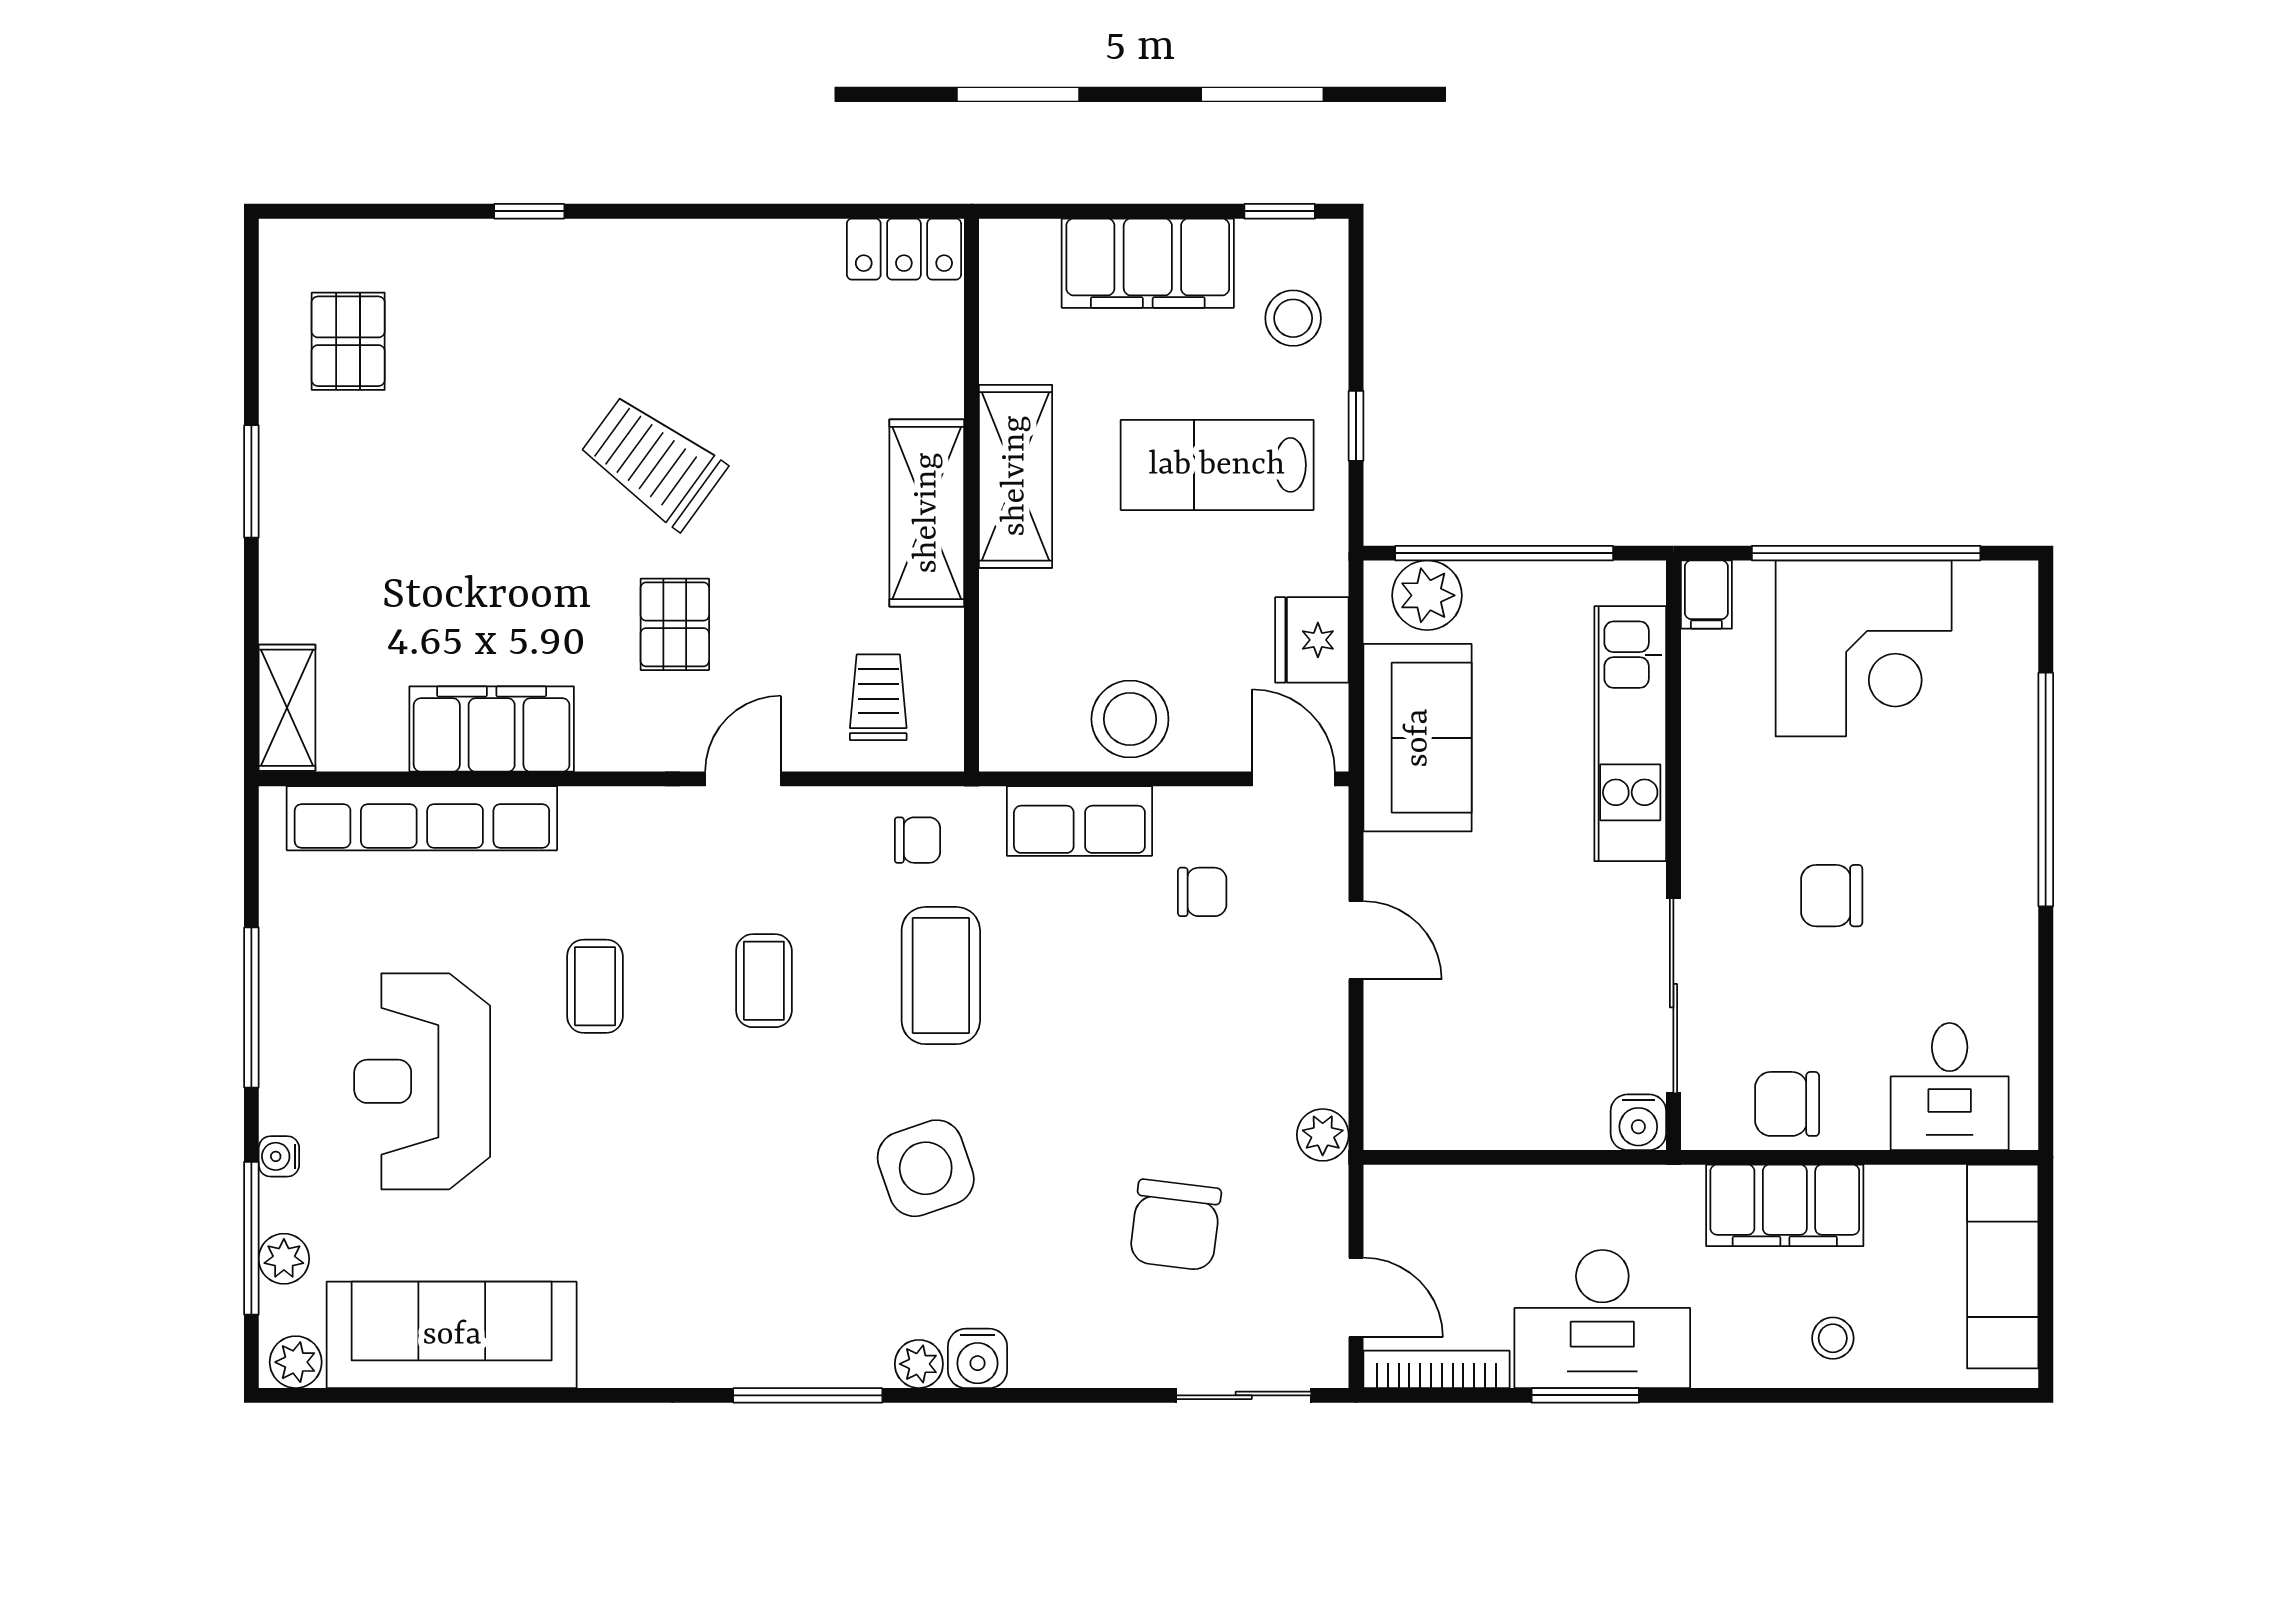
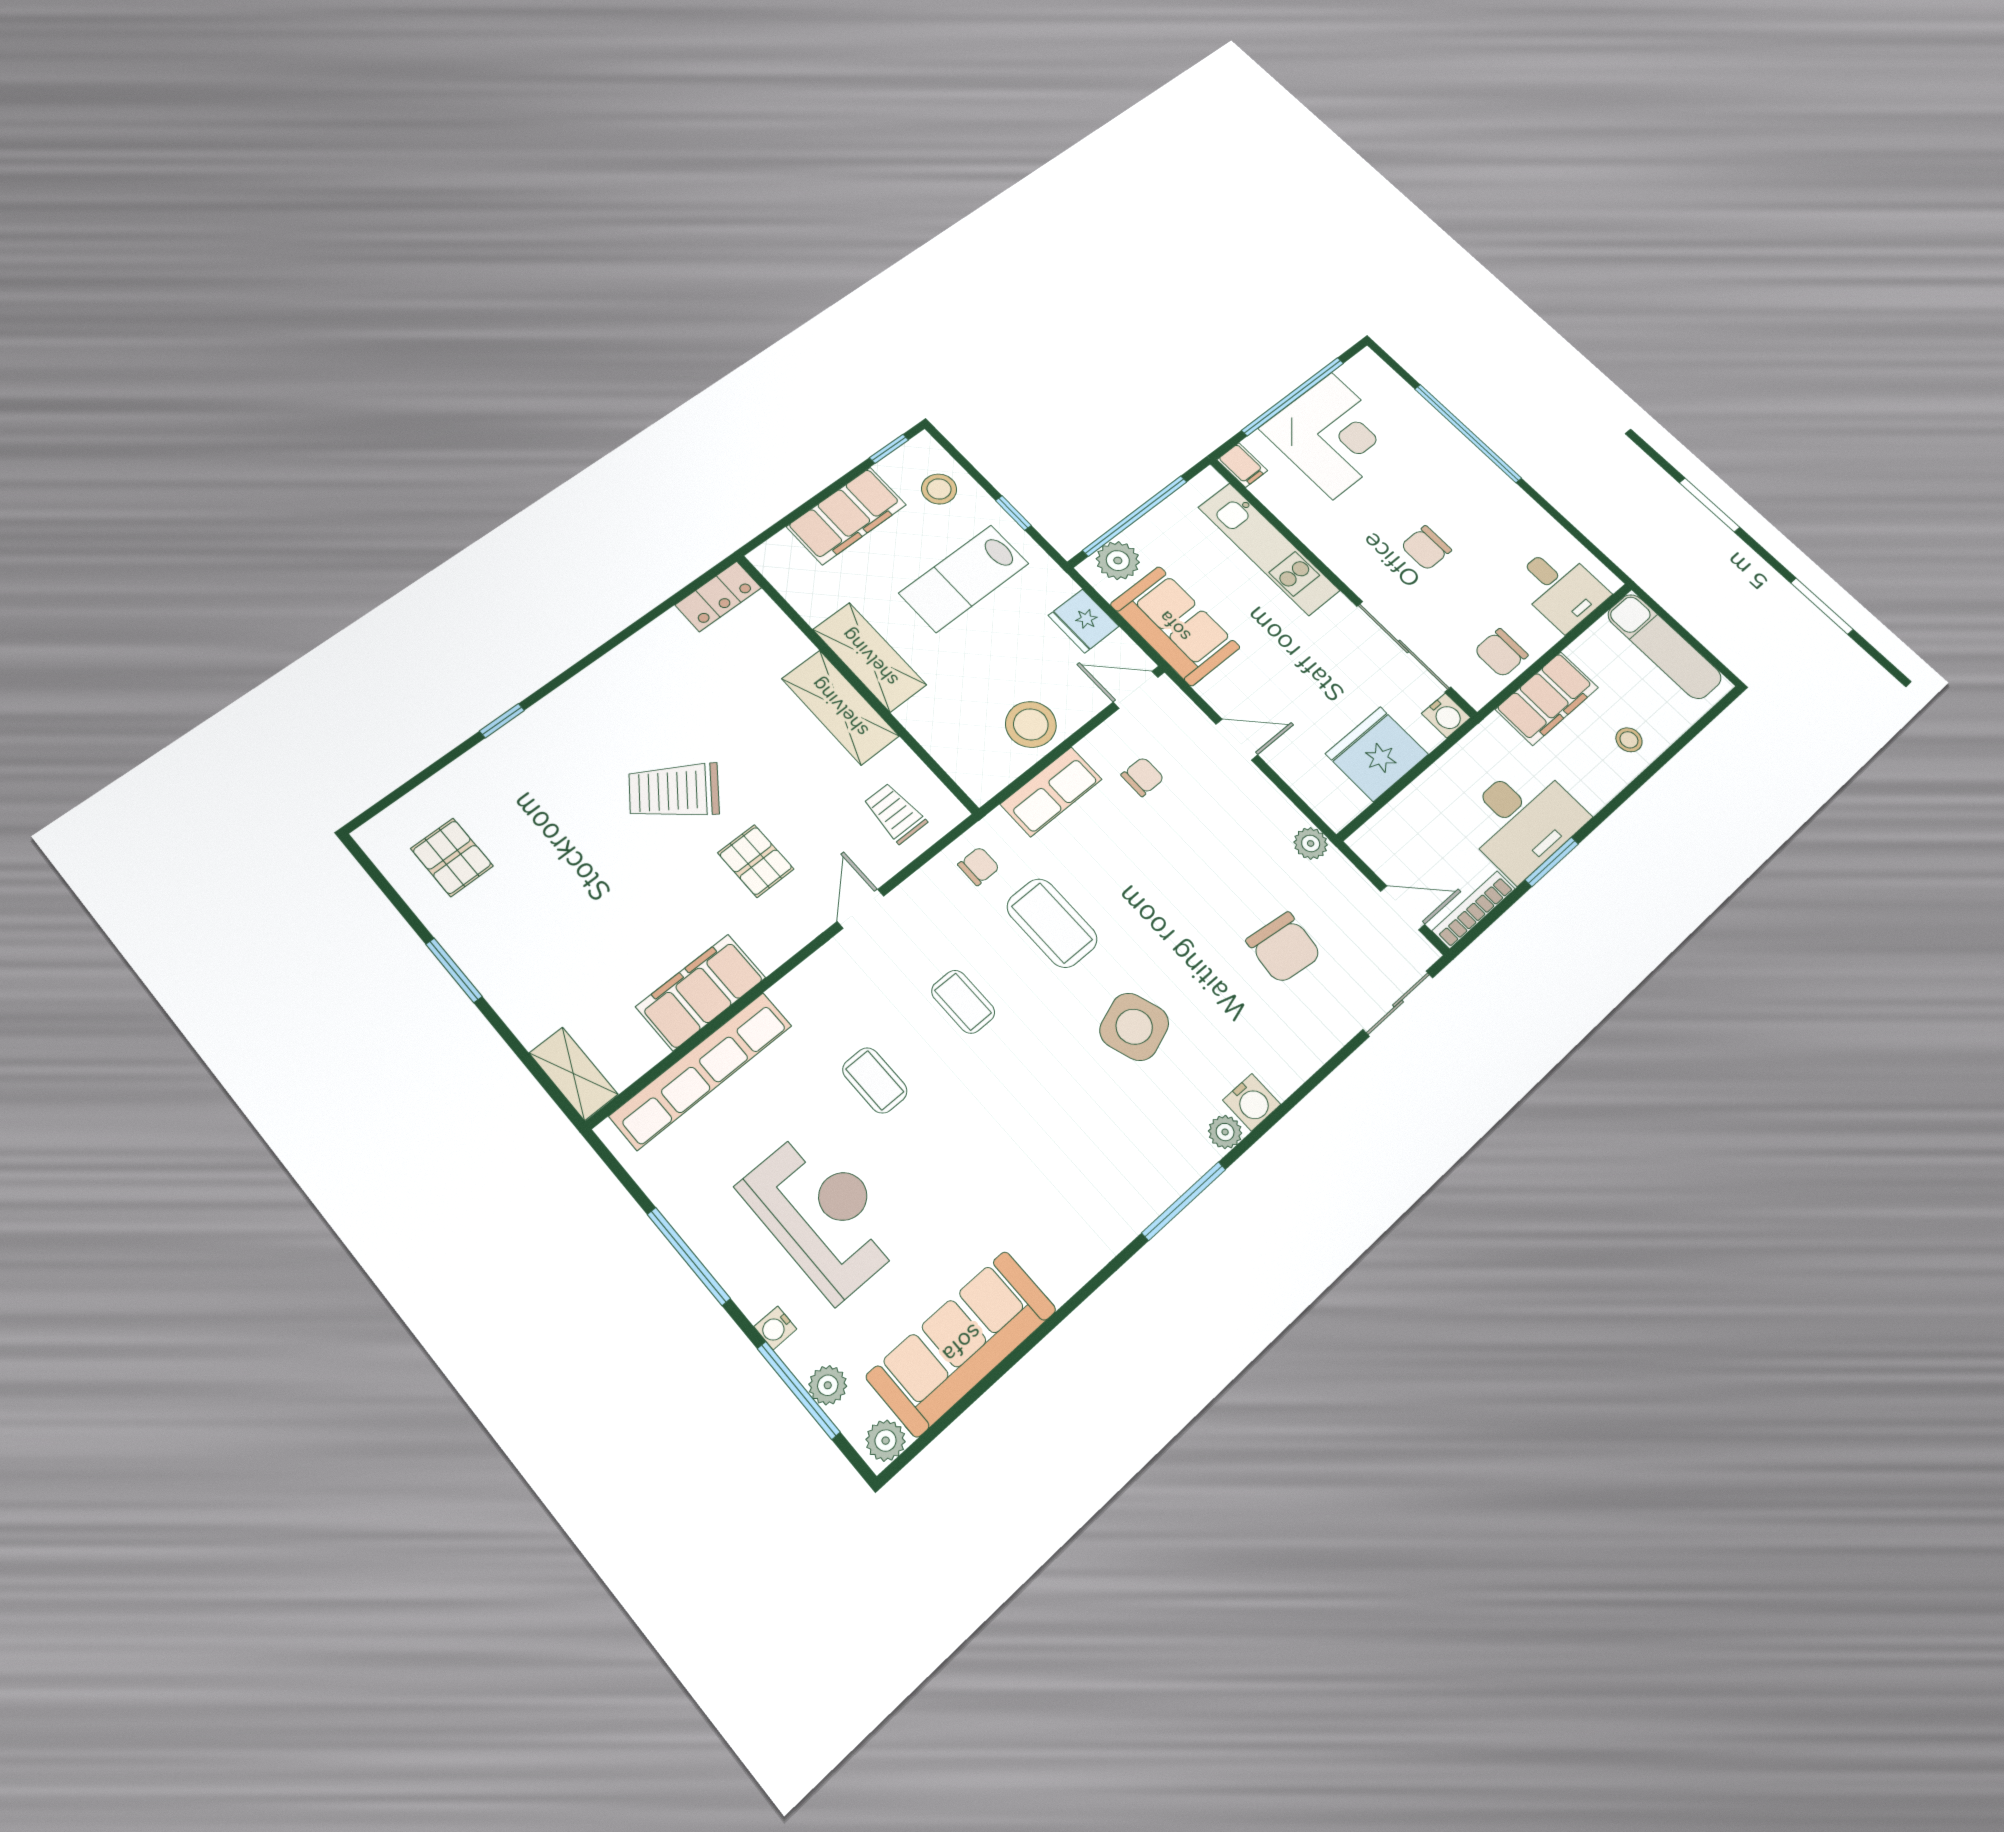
reception desk: (422, 1081) -> (823, 1214), turned 180
fridge: (1507, 1097) -> (1377, 754), added

